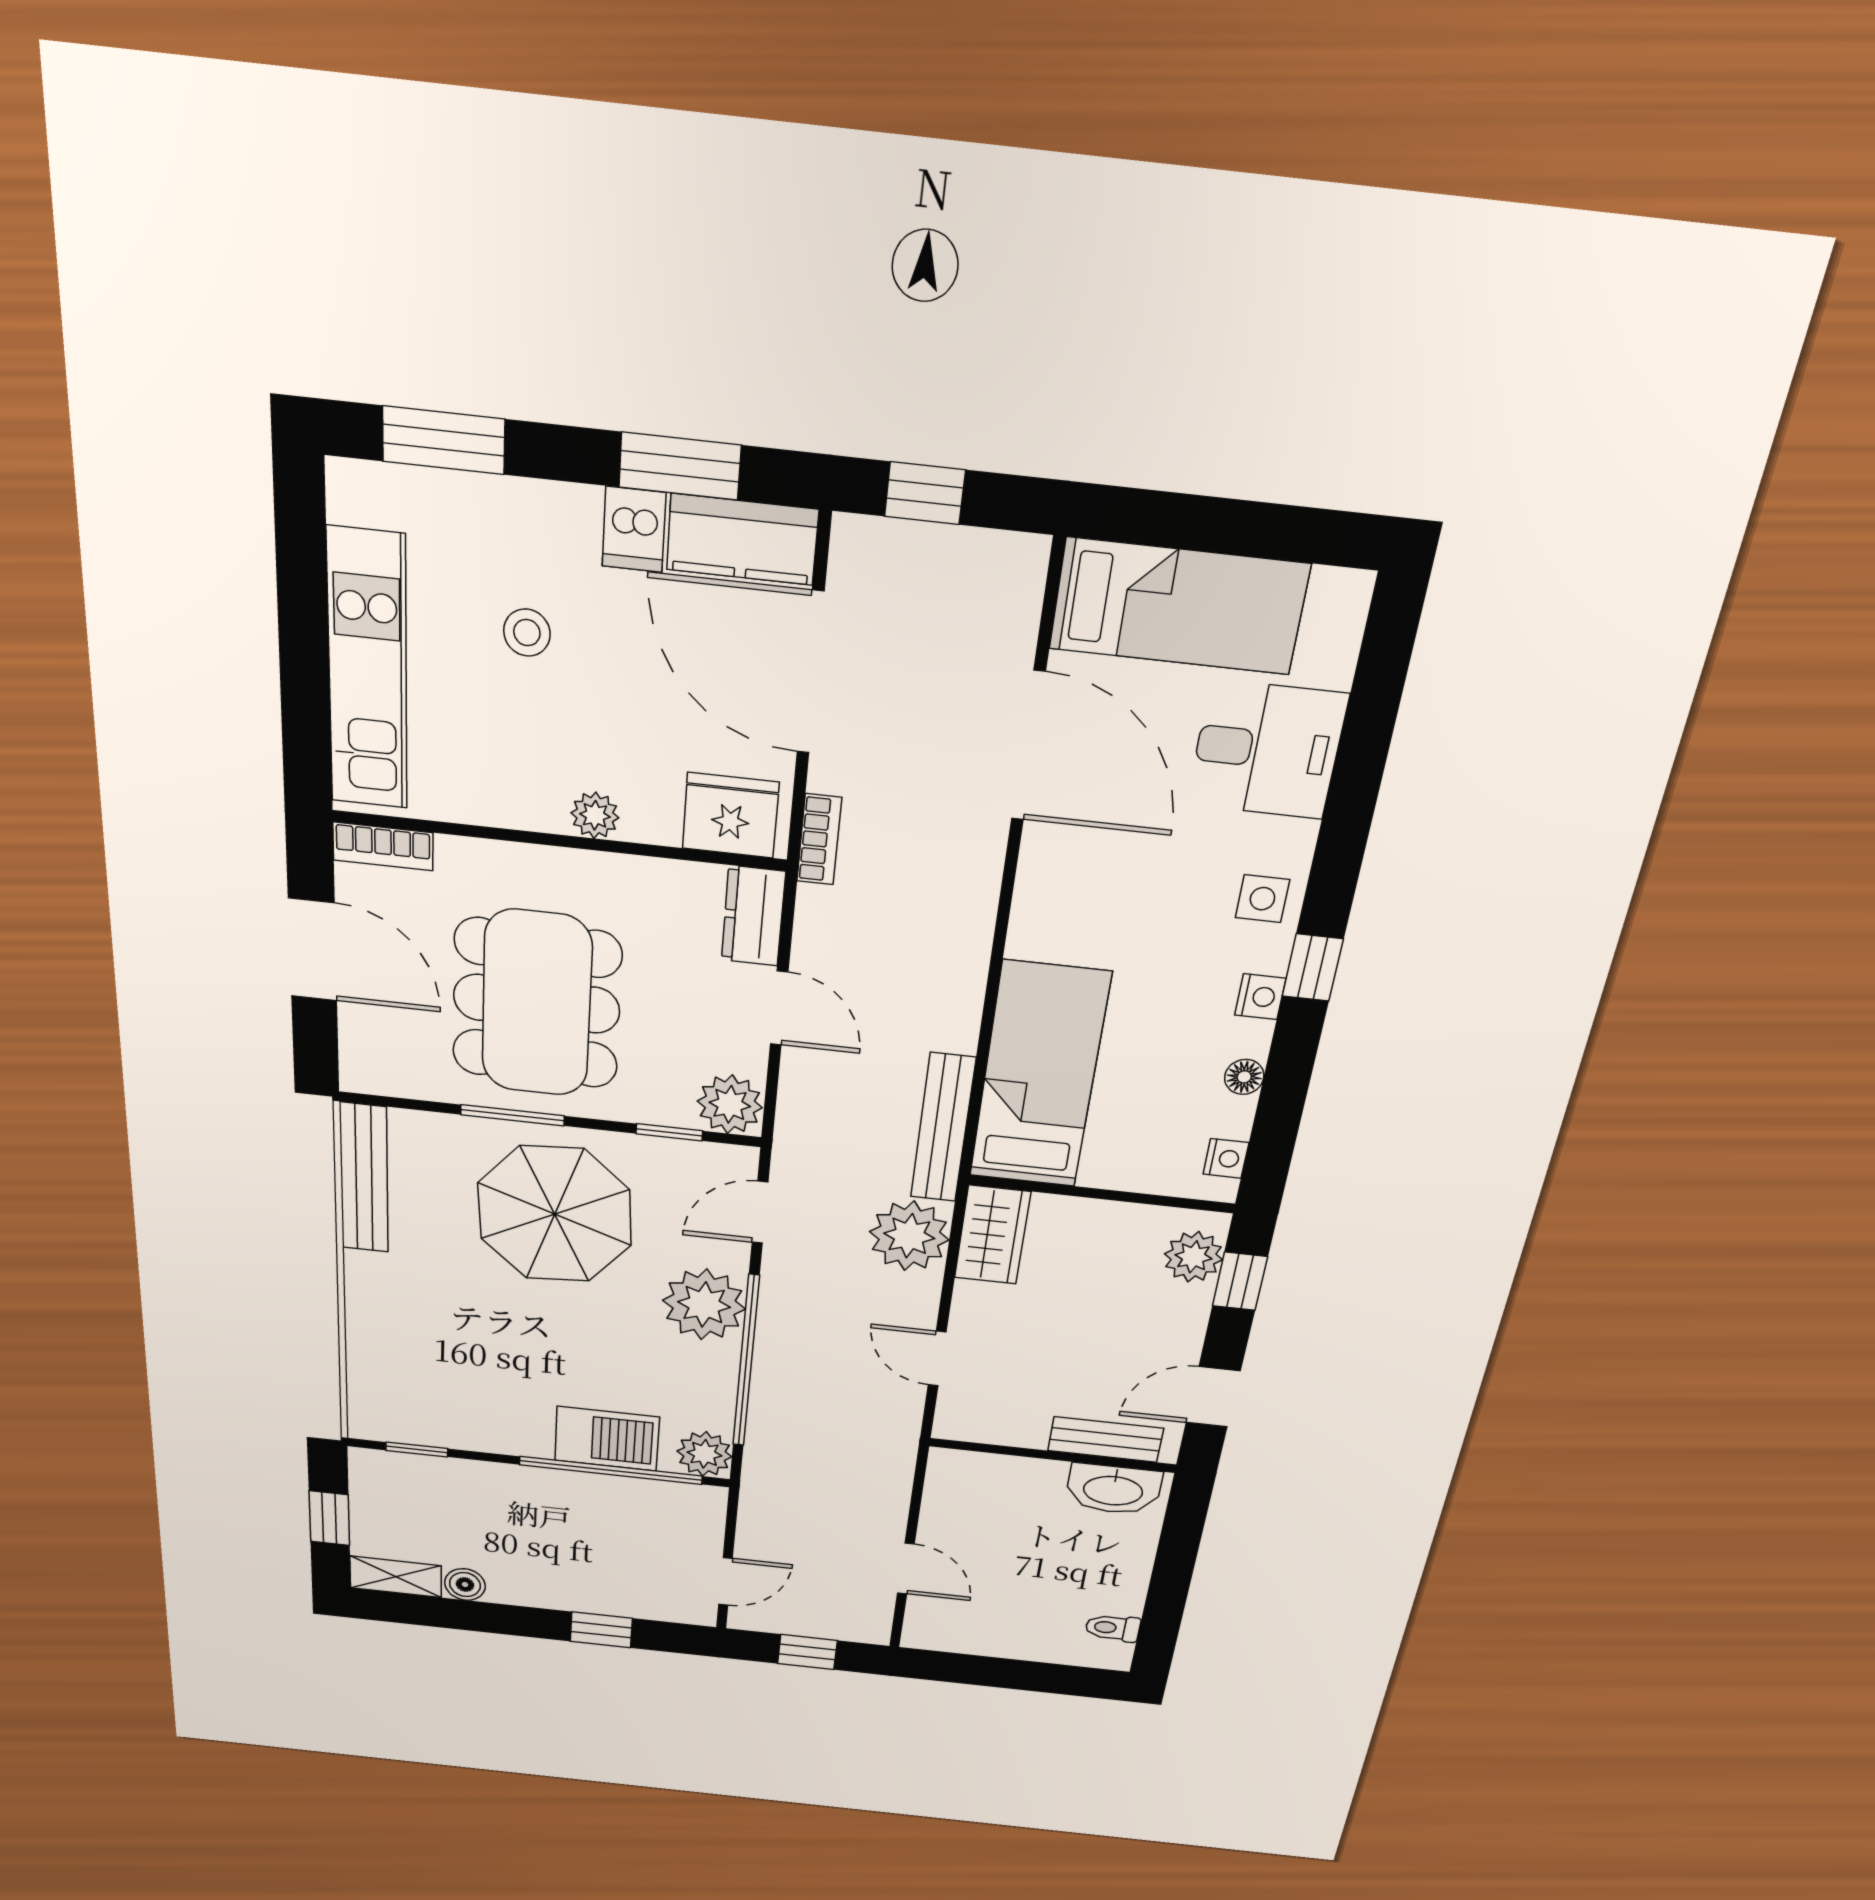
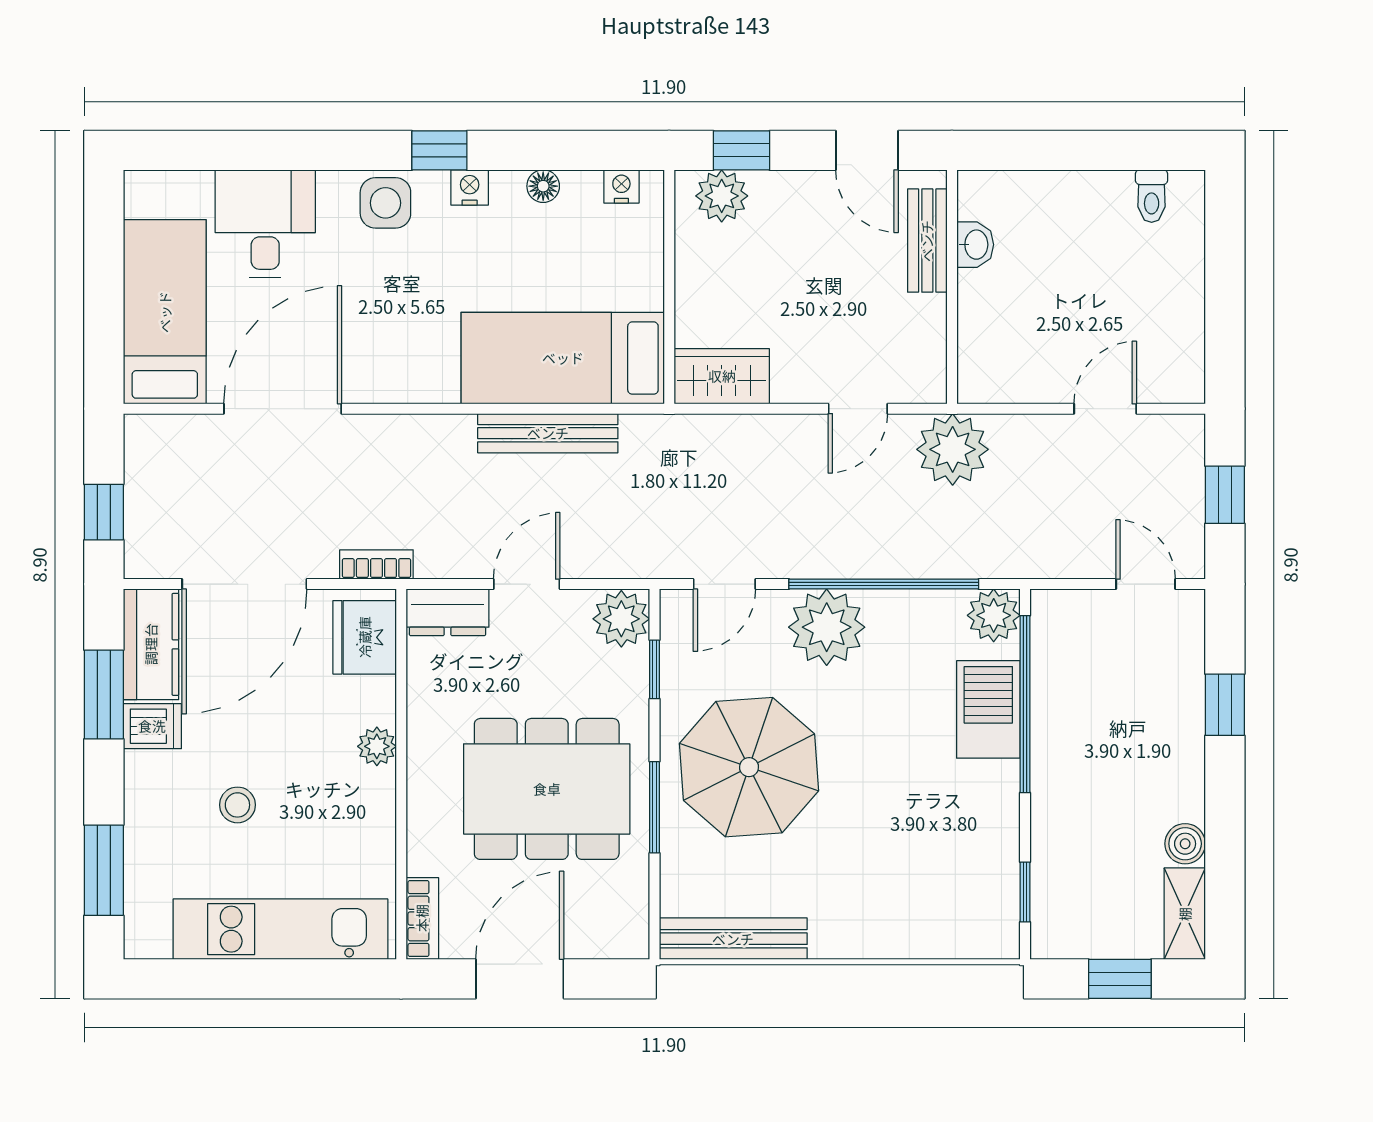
side table: (1262, 899) -> (385, 203), width x1.37, depth x1.37
bench: (943, 1128) -> (548, 433), moved
door: (760, 1212) -> (724, 584), hinge flipped
plant: (909, 1236) -> (953, 449), moved
washbasin: (1113, 1489) -> (975, 245), width x0.52, depth x0.69

